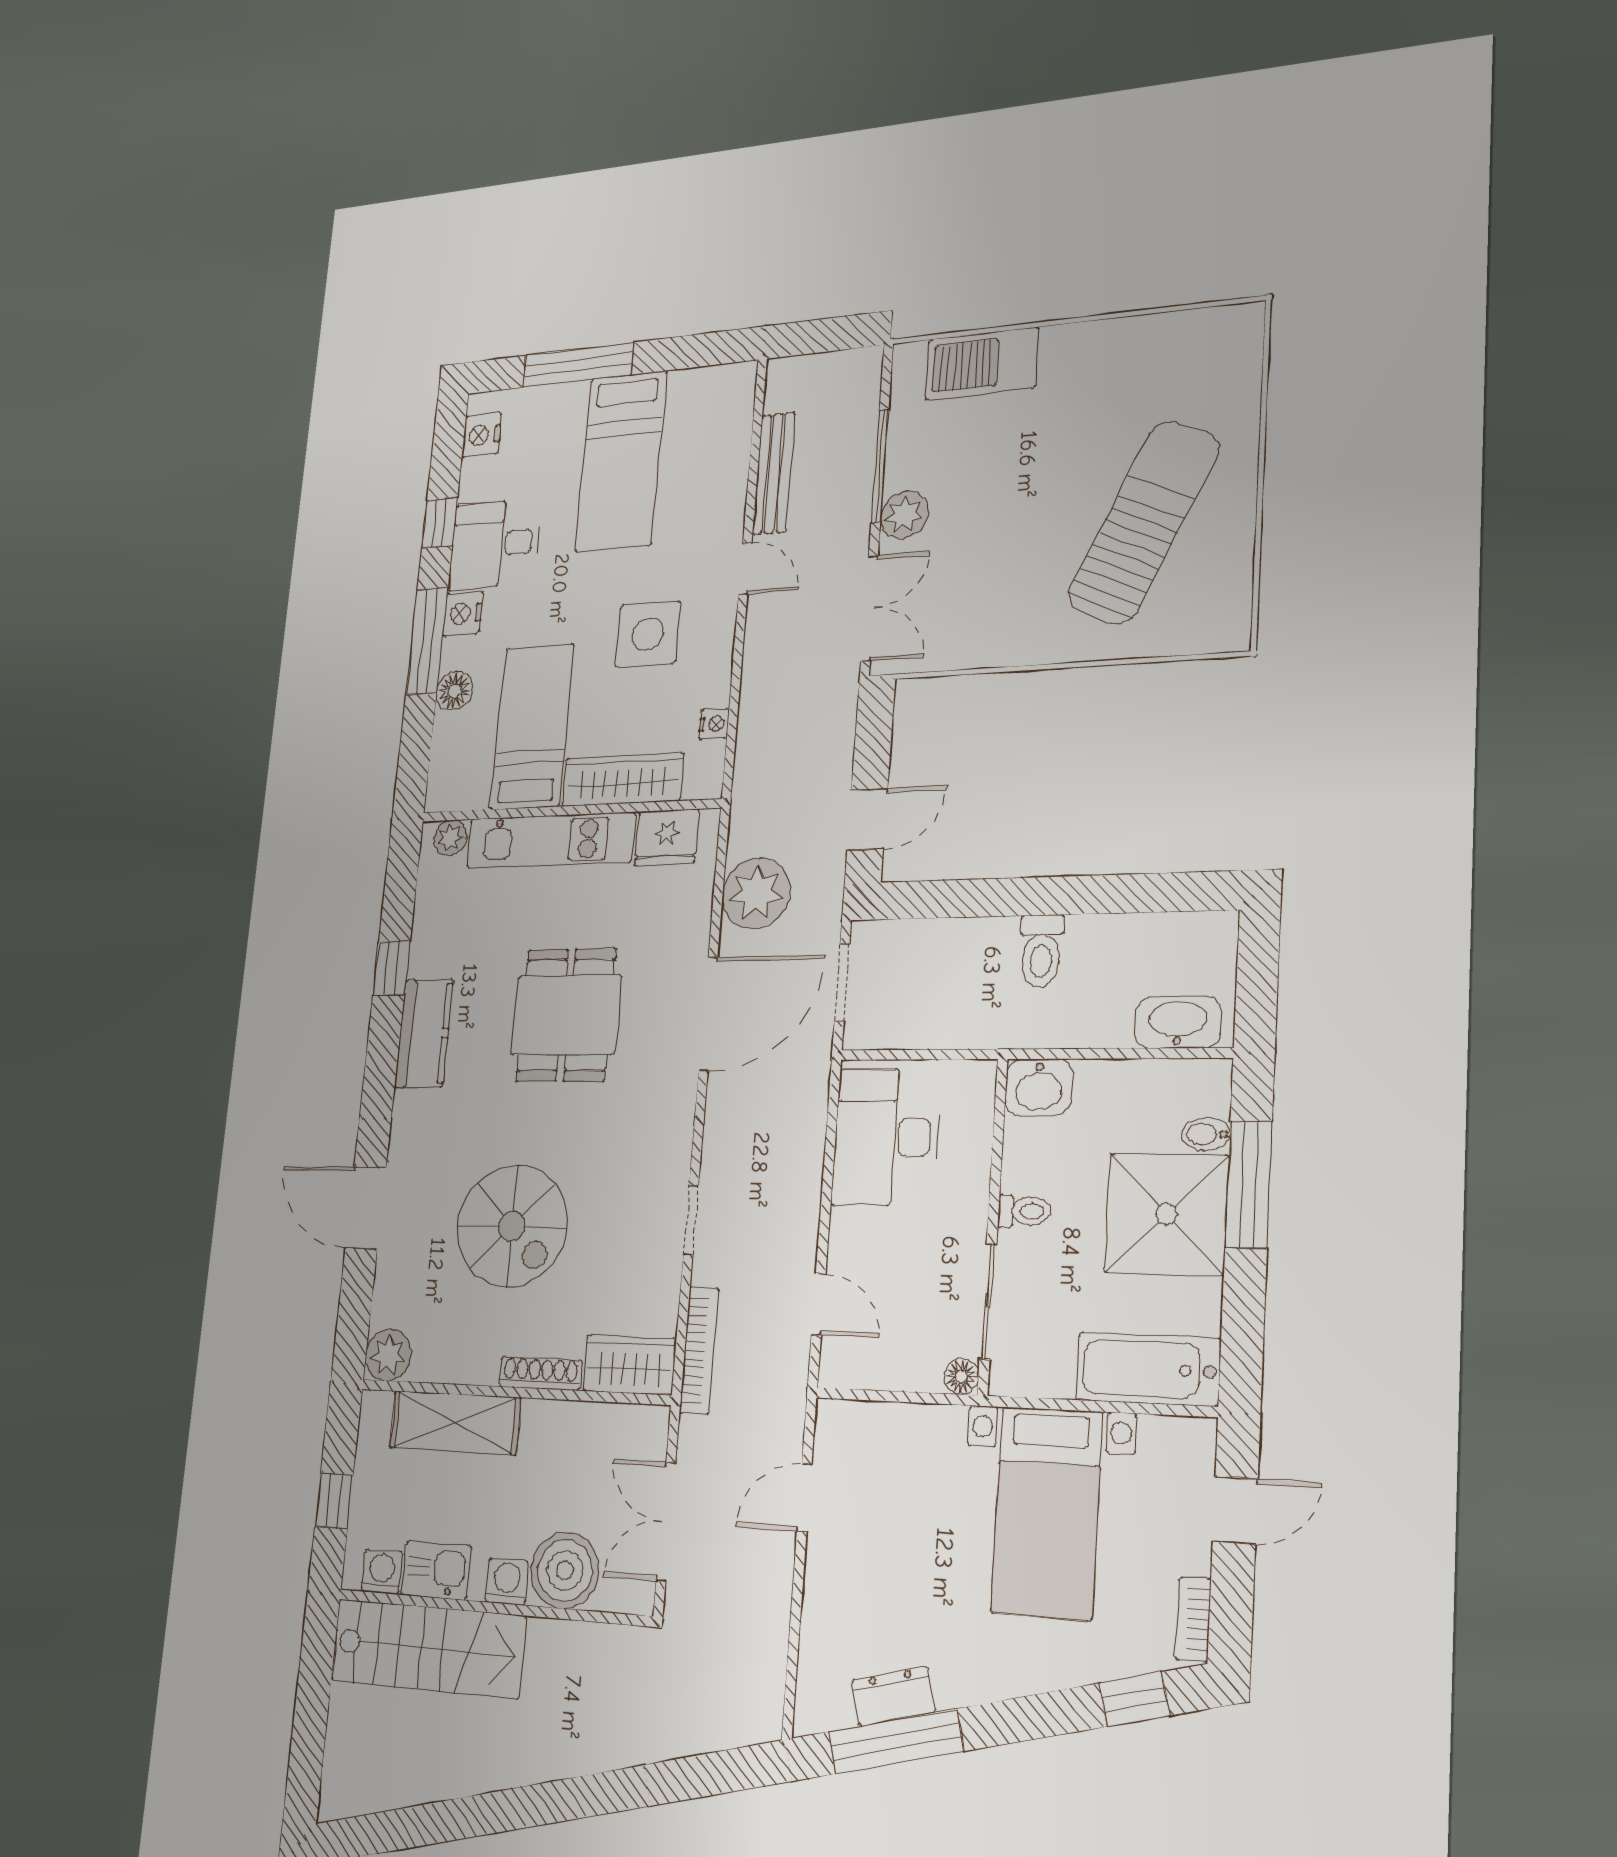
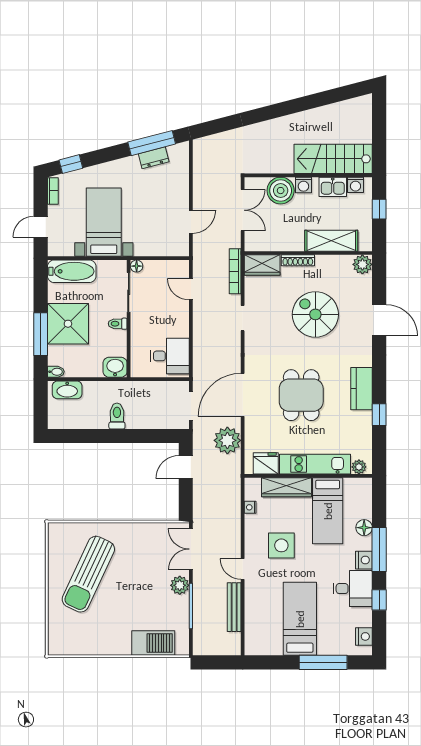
bidet: (1206, 1134) -> (56, 372), moved
desk: (886, 1137) -> (170, 356), width x0.73

